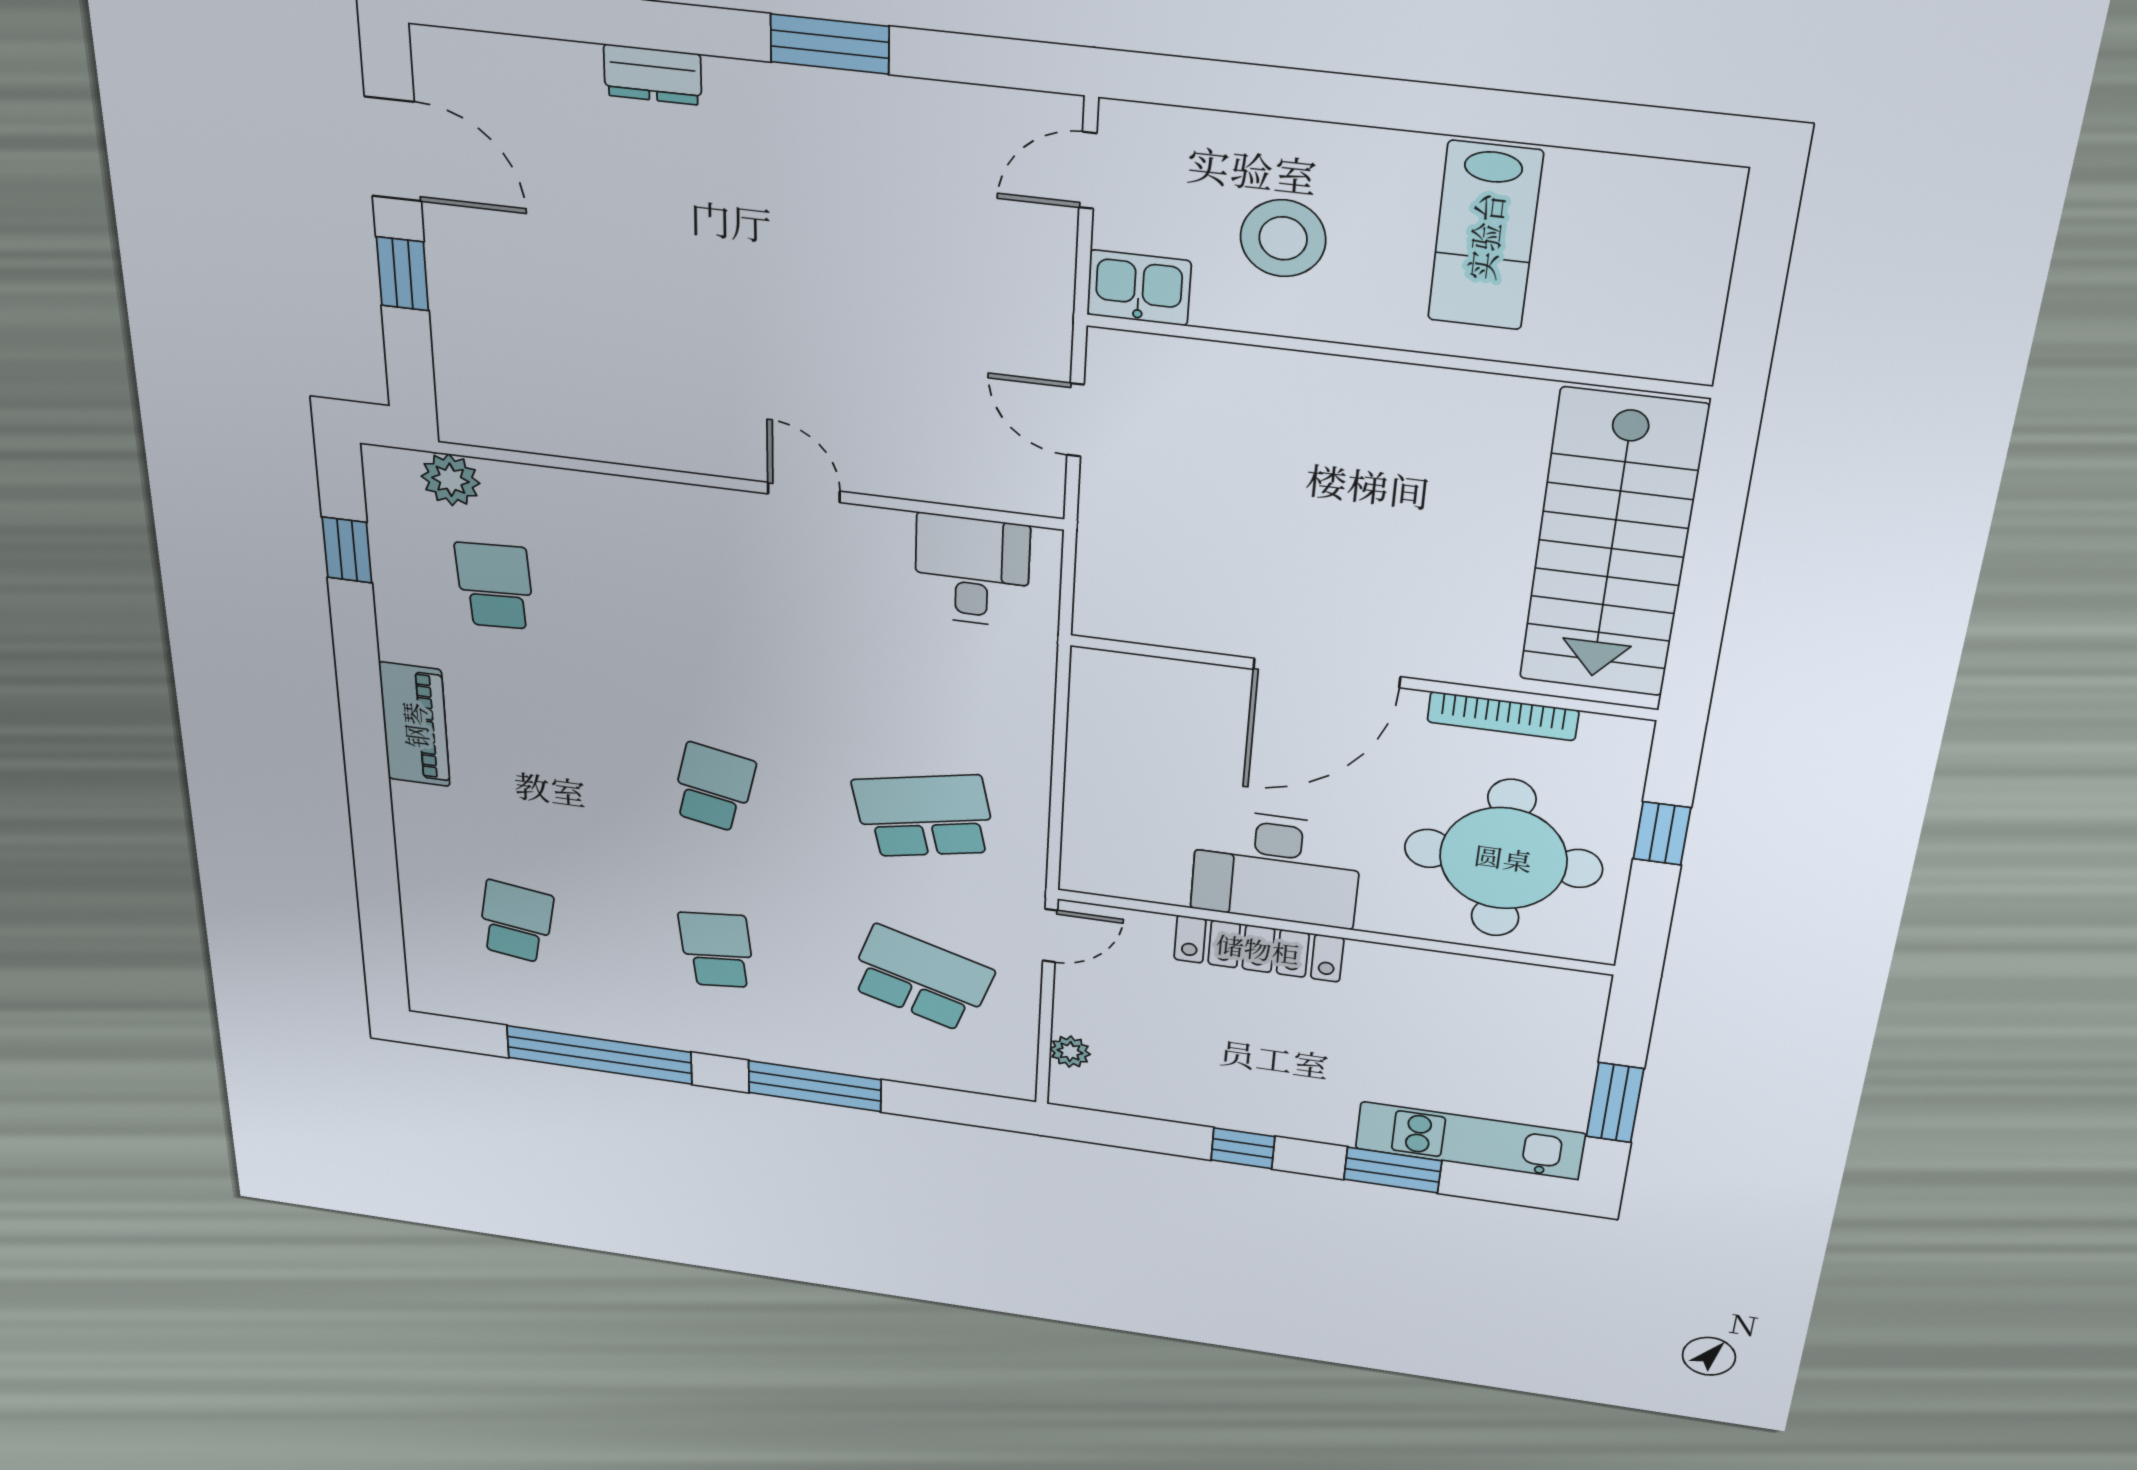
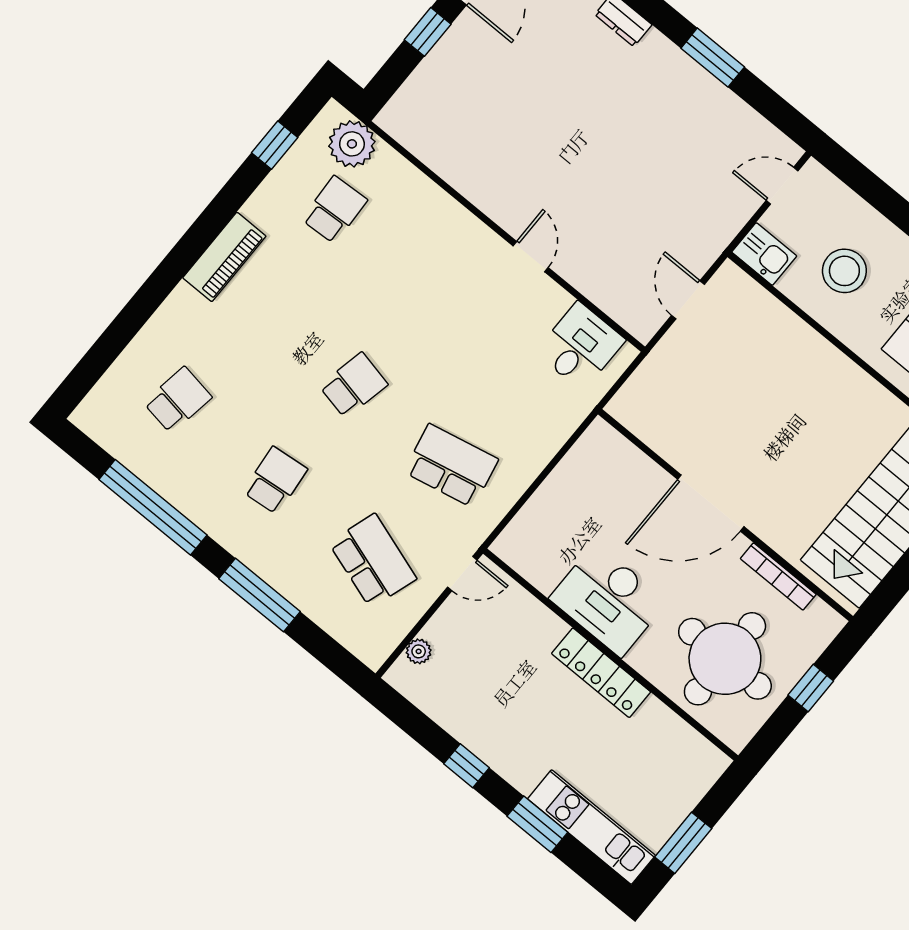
plant: (450, 480) -> (352, 144), width x1.36, depth x1.36
locker: (1258, 949) -> (601, 673), moved

